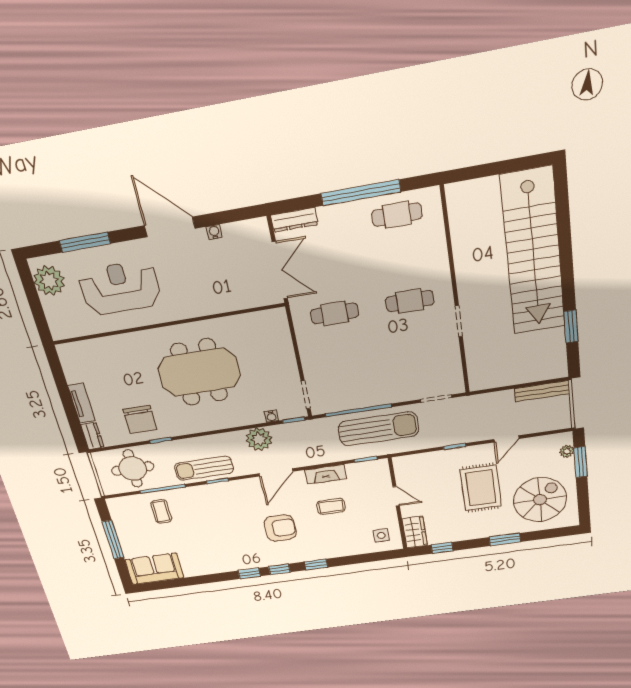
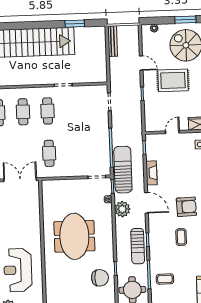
cafe table: (403, 259) -> (23, 112), added
sun lounger: (378, 429) -> (123, 170), moved
window: (580, 462) -> (185, 20), moved
coffee table: (331, 506) -> (181, 237), moved
armchair: (280, 528) -> (186, 207), turned 88

